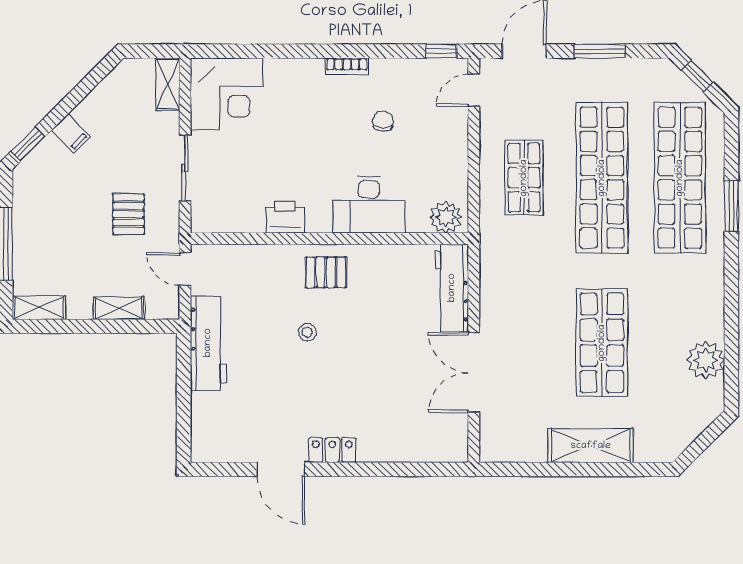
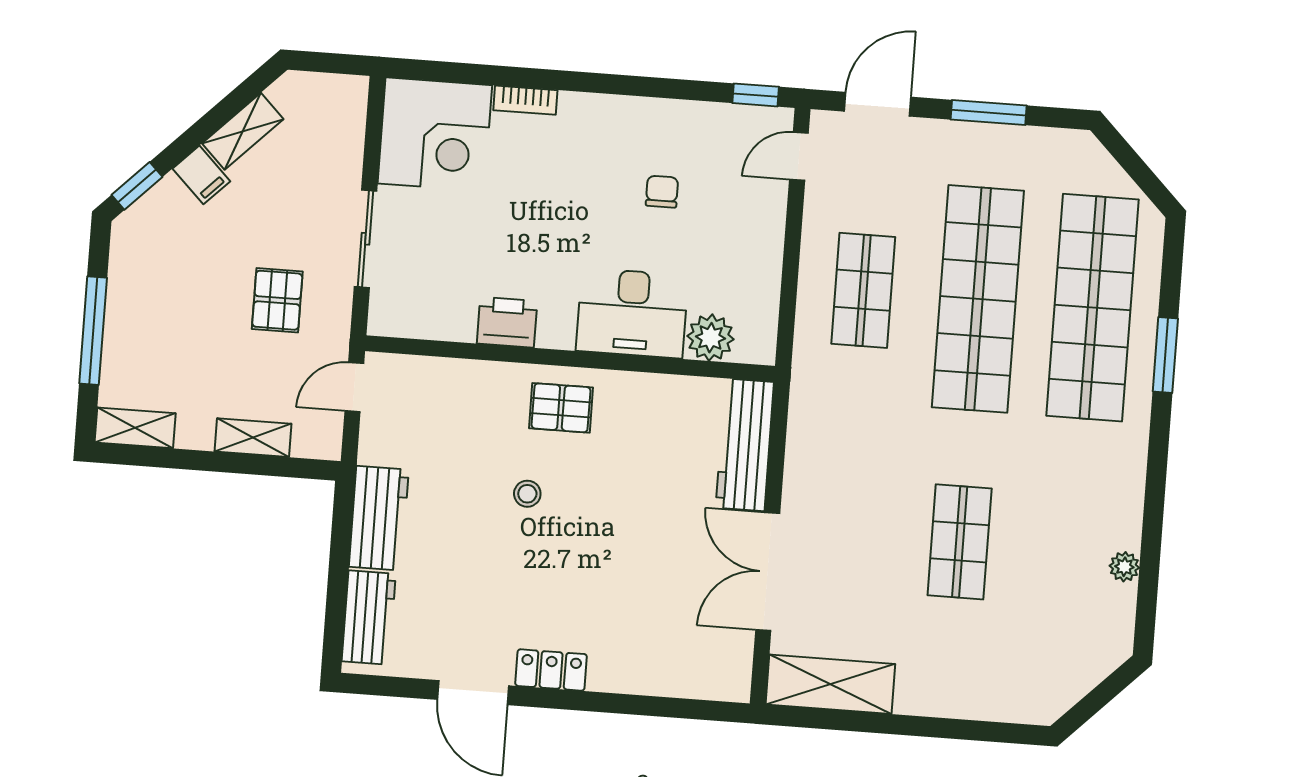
bookcase: (347, 66) -> (525, 100), moved
window: (697, 76) -> (1129, 160), removed
shelving: (168, 84) -> (243, 131), moved, turned 45
plant: (446, 217) -> (711, 338), moved
door: (185, 269) -> (354, 387), hinge flipped
workbench: (208, 343) -> (379, 518), width x0.73
shop shelf: (602, 343) -> (960, 542), width x0.70, depth x0.74
plant: (706, 360) -> (1124, 567), width x0.53, depth x0.53
workbench: (206, 424) -> (369, 617), added
shelving: (591, 446) -> (830, 684), moved

